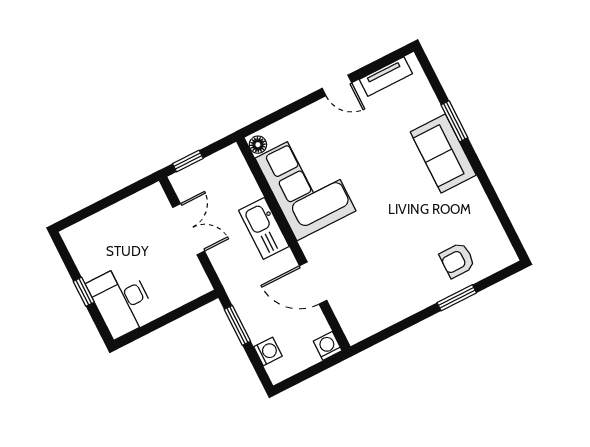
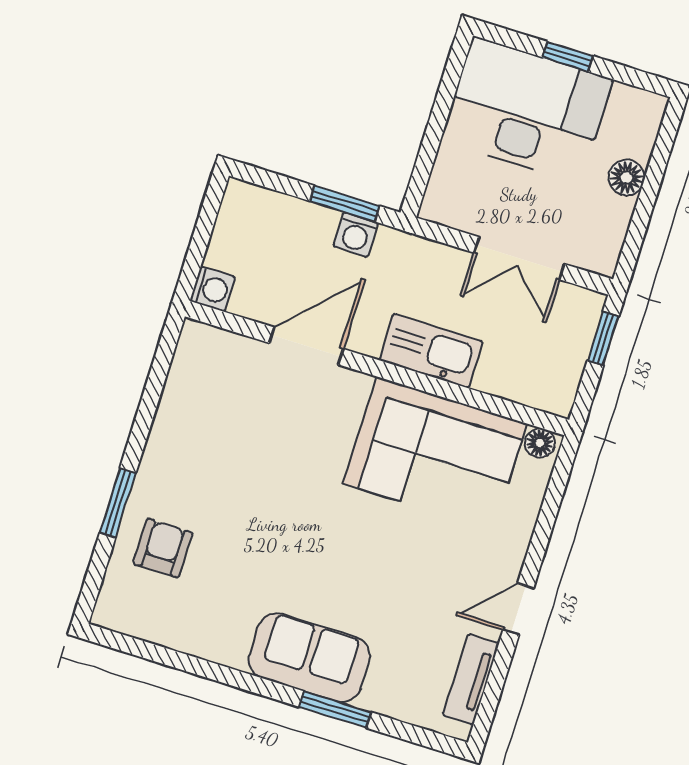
floor lamp: (111, 217) -> (626, 178), added
desk: (122, 301) -> (527, 110), width x1.36, depth x1.30
washing machine: (268, 351) -> (356, 235), moved

